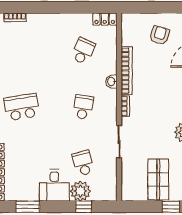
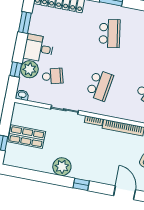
washbasin: (111, 82) -> (22, 95), moved
school desk: (83, 107) -> (100, 85), width x1.85

